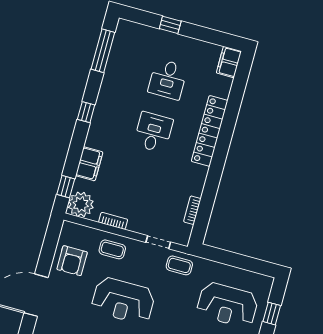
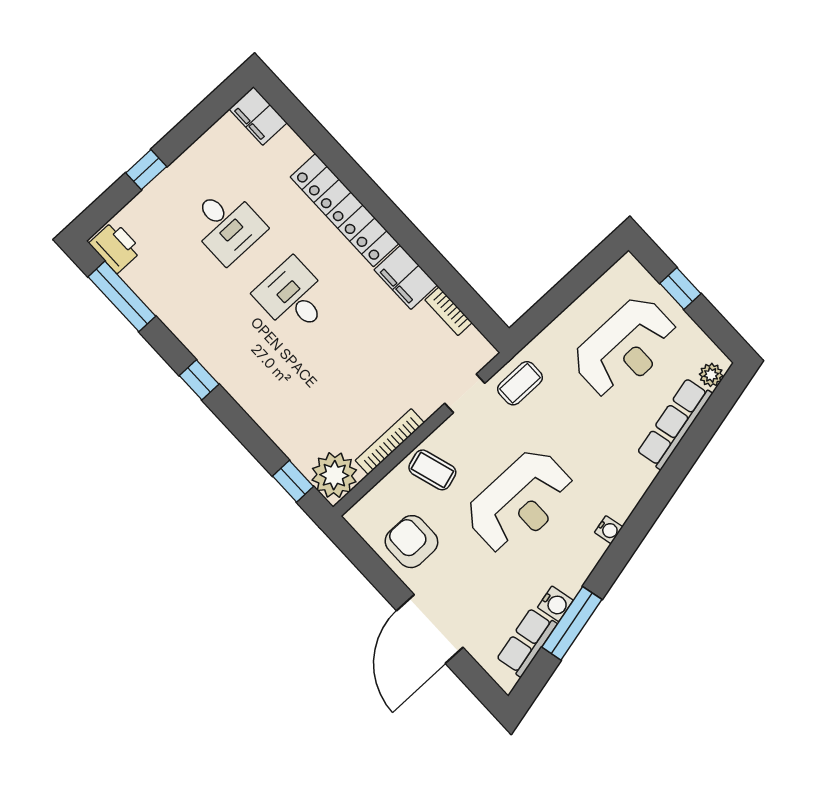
printer: (124, 33) -> (115, 247), added
filing cabinet: (89, 164) -> (406, 277), moved, turned 180
bookcase: (113, 221) -> (390, 442), width x1.56
coffee table: (112, 249) -> (432, 470), turned 73
armchair: (72, 261) -> (411, 542), turned 180

